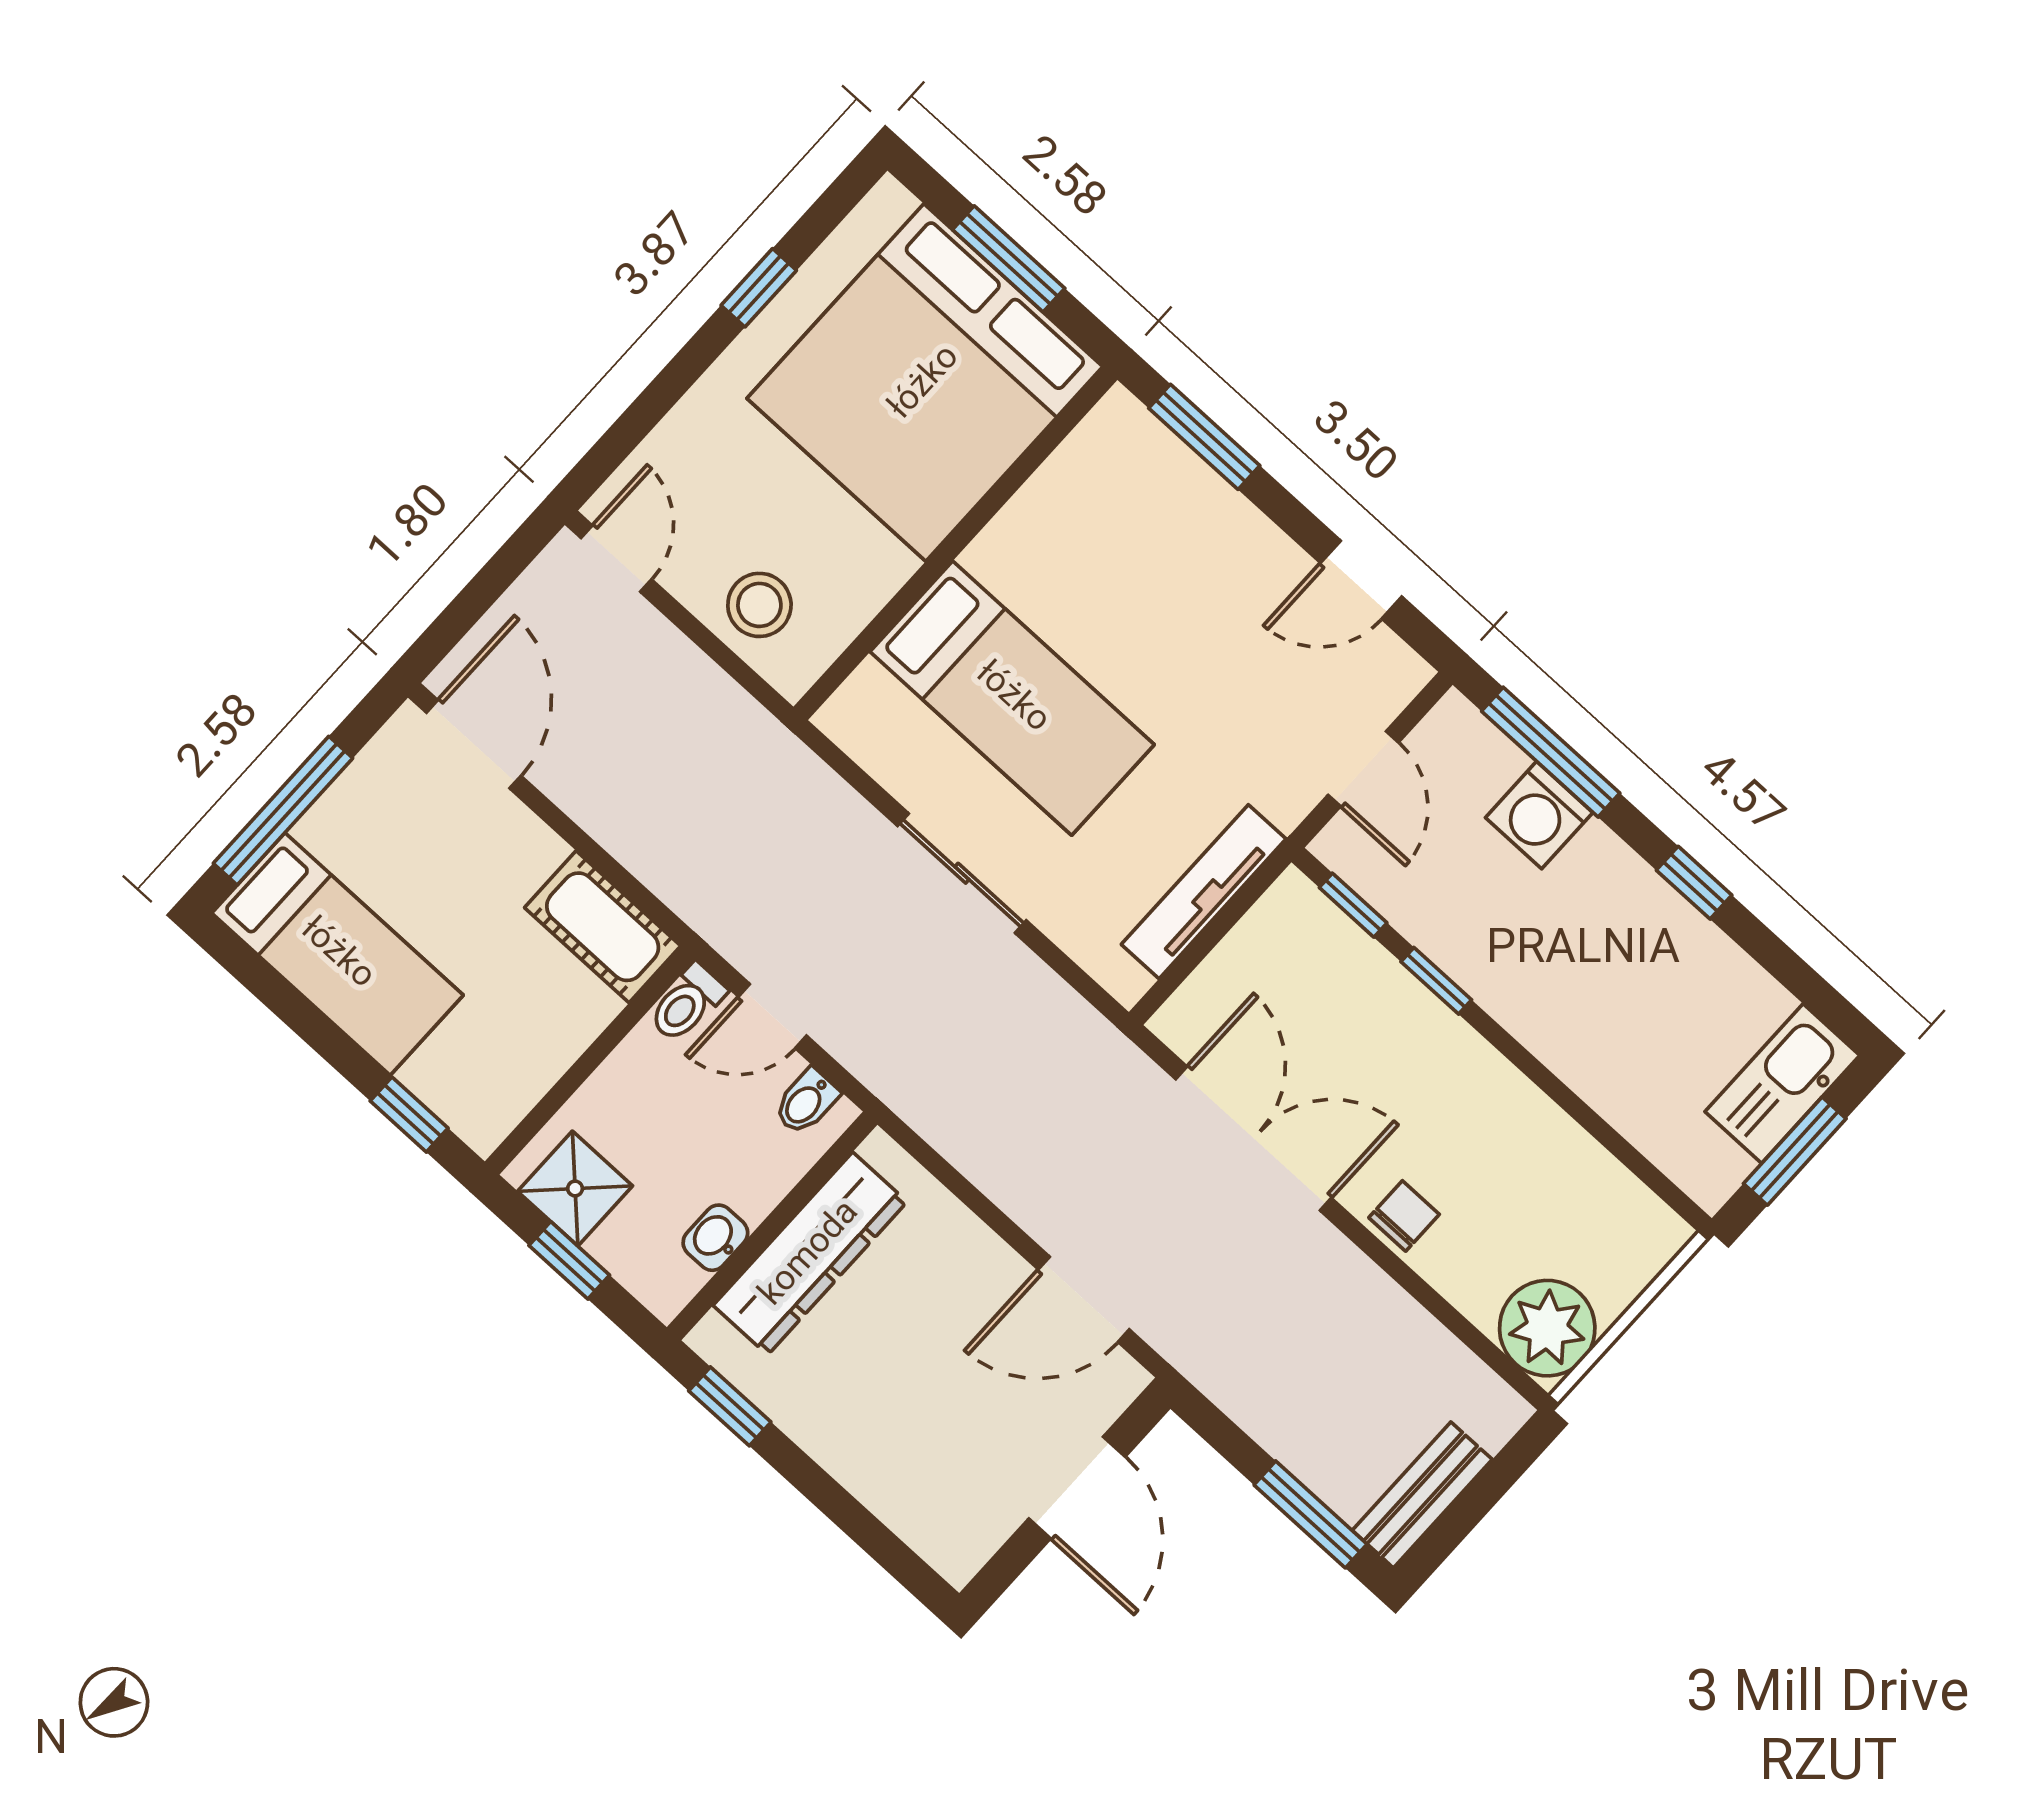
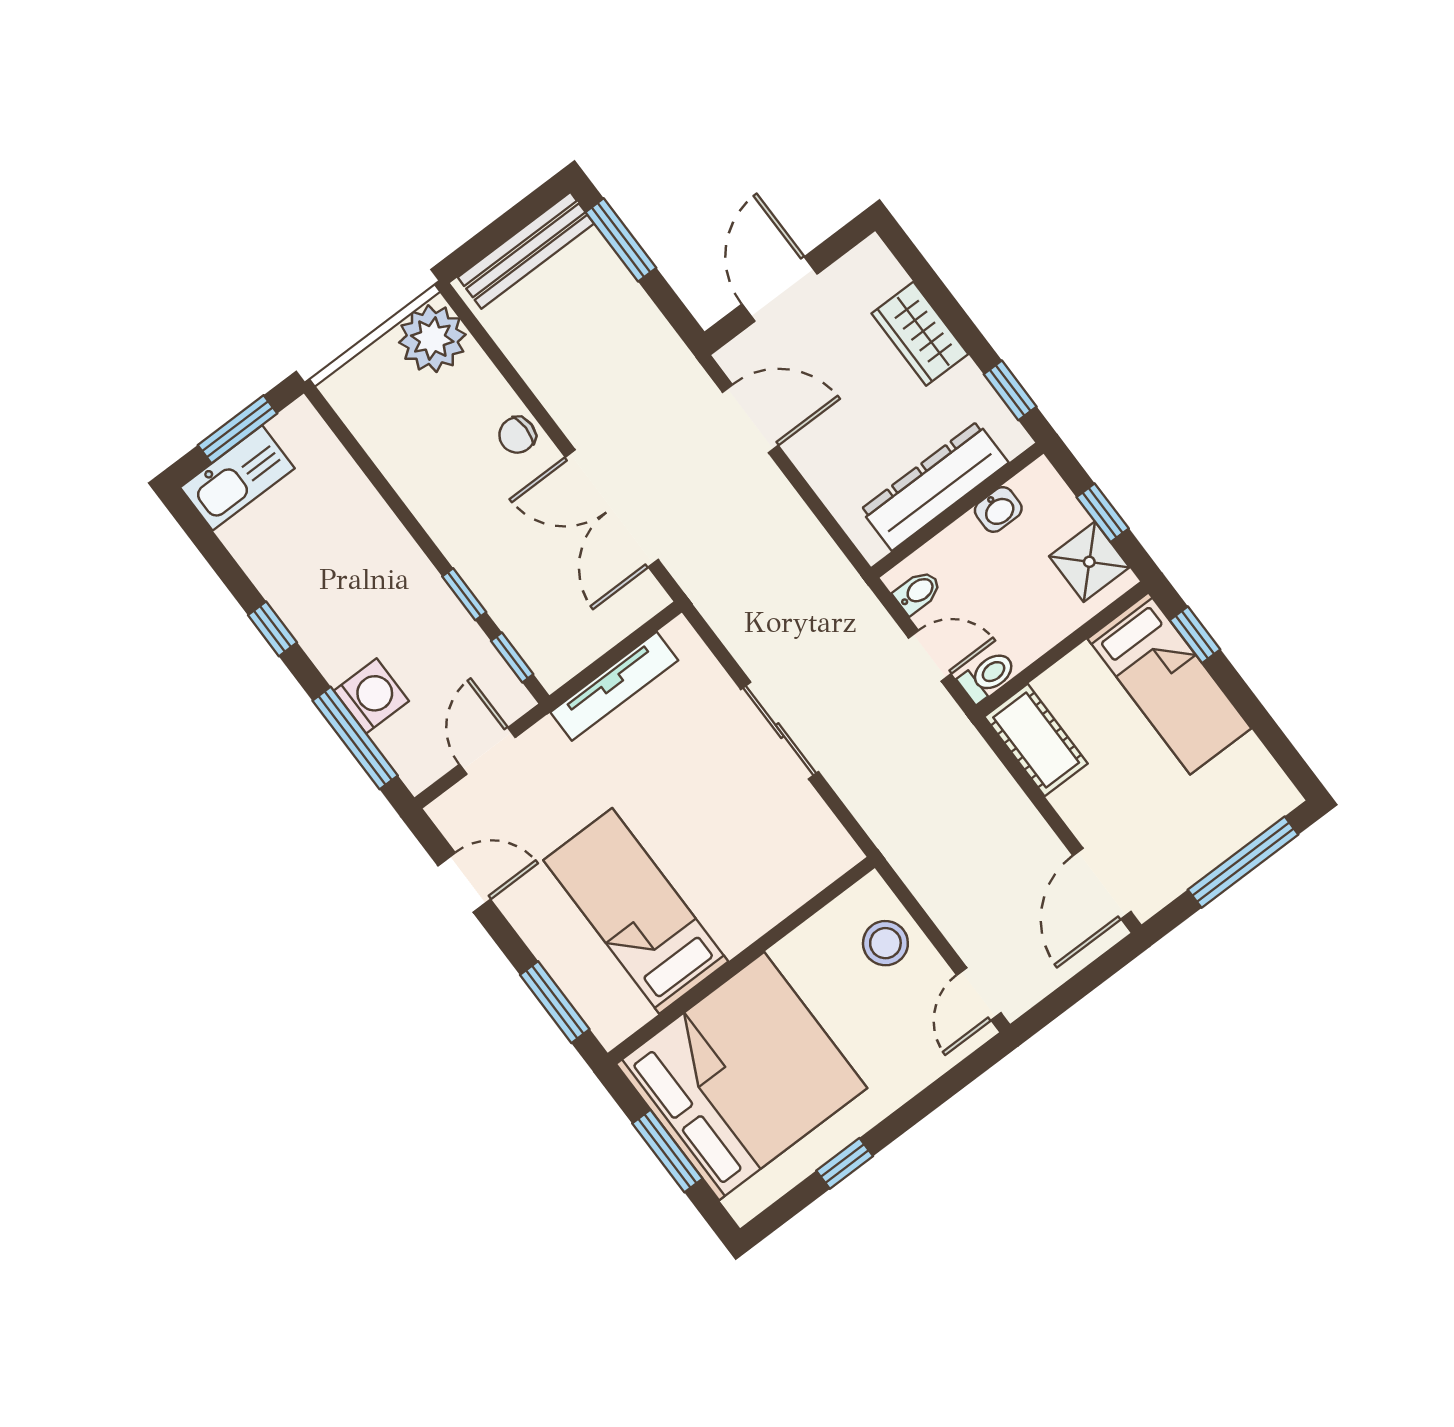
bed: (1012, 698) -> (636, 911), moved
bed: (337, 954) -> (1169, 683), moved, turned 180
wardrobe: (870, 1462) -> (920, 334), added
bench: (1422, 1495) -> (526, 250), width x1.36

